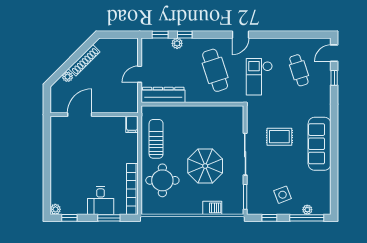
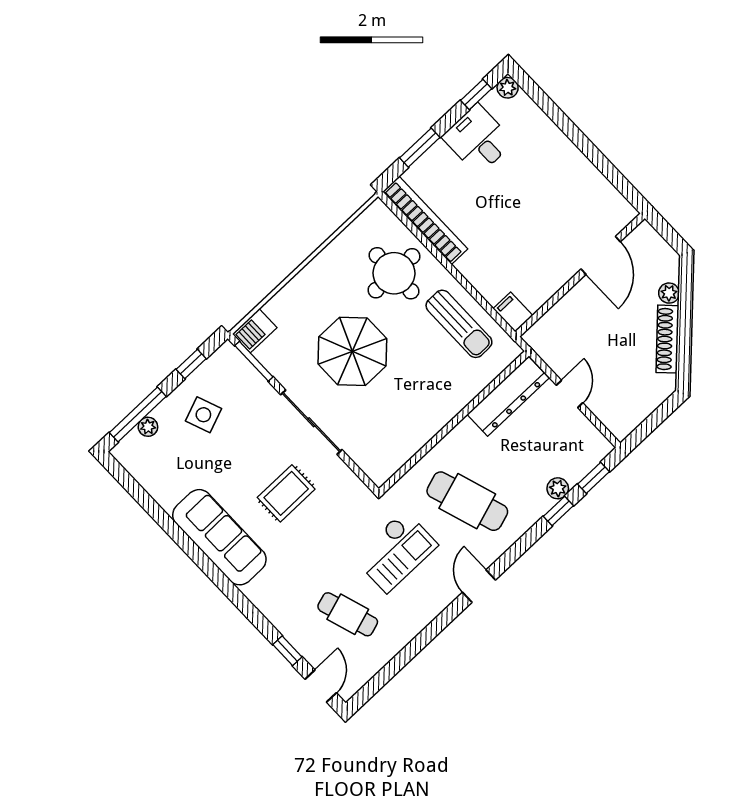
checkout: (259, 77) -> (396, 551), turned 90
desk: (101, 201) -> (478, 139), moved
barbecue: (212, 208) -> (255, 331), moved

